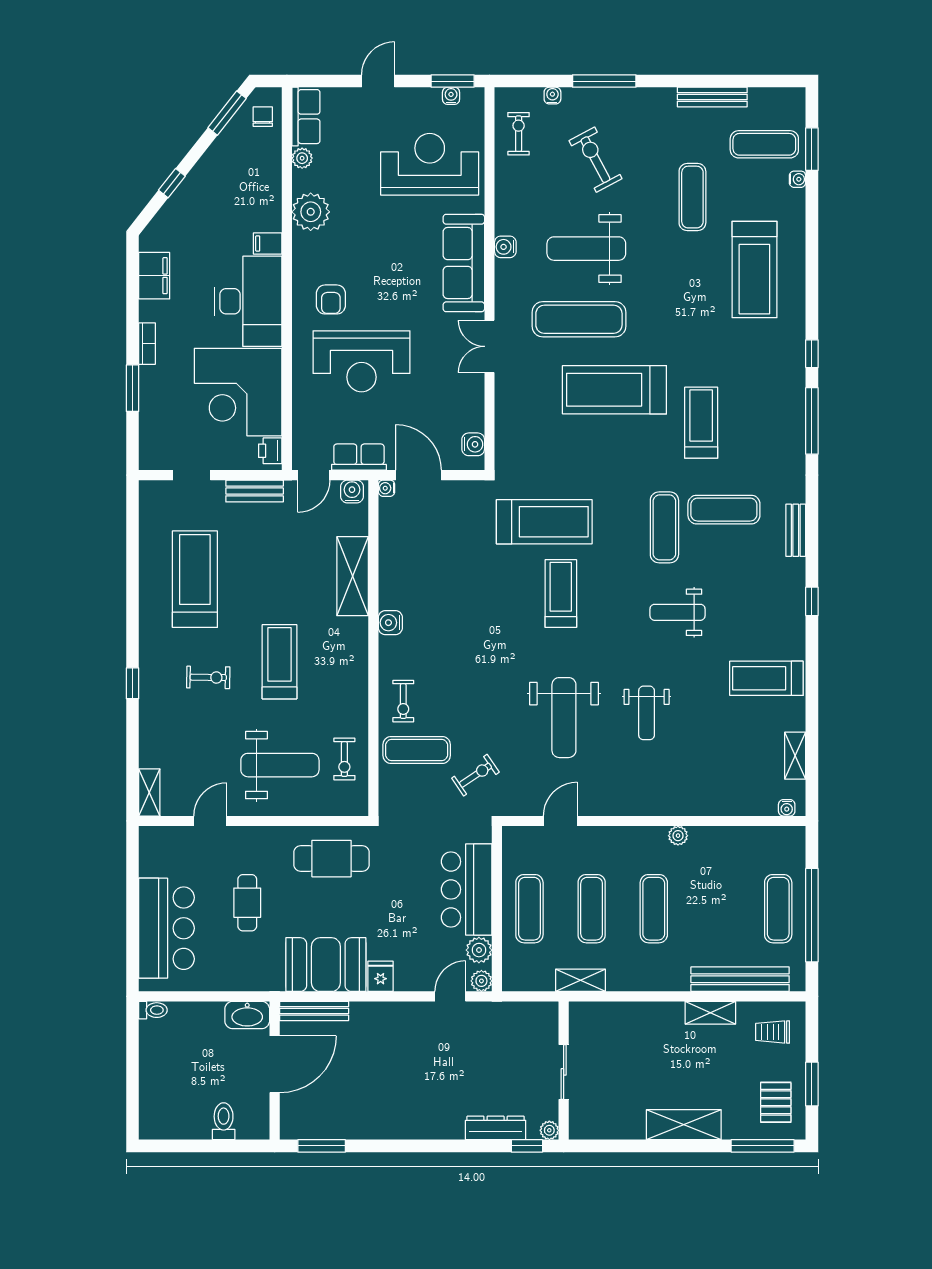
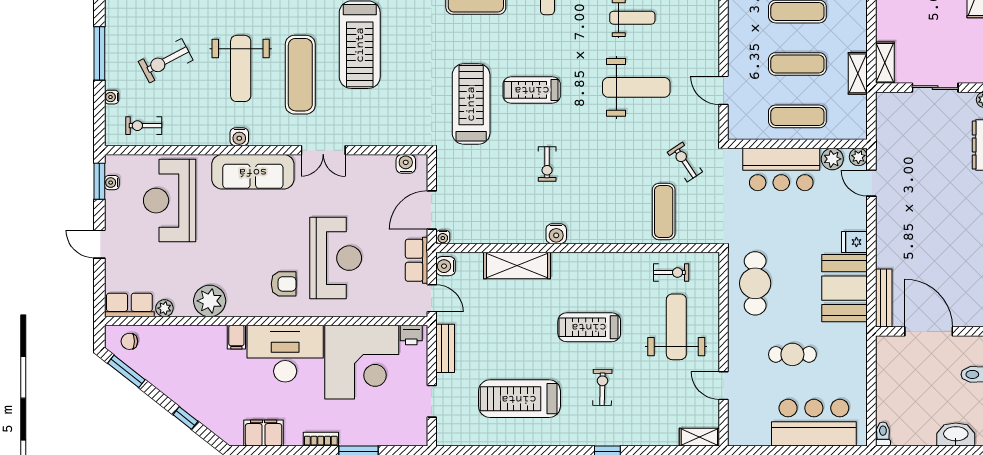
exercise bike: (403, 701) -> (547, 164), moved, turned 90
shelving: (593, 1012) -> (885, 63), added
washbasin: (247, 1015) -> (956, 434), moved, turned -90

